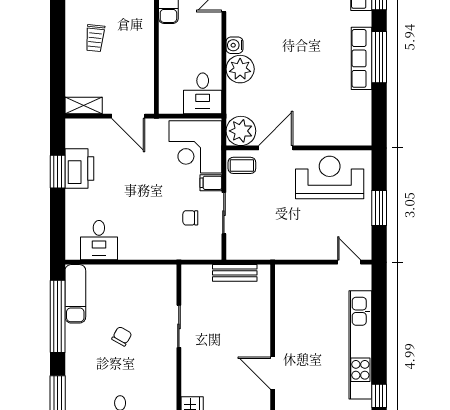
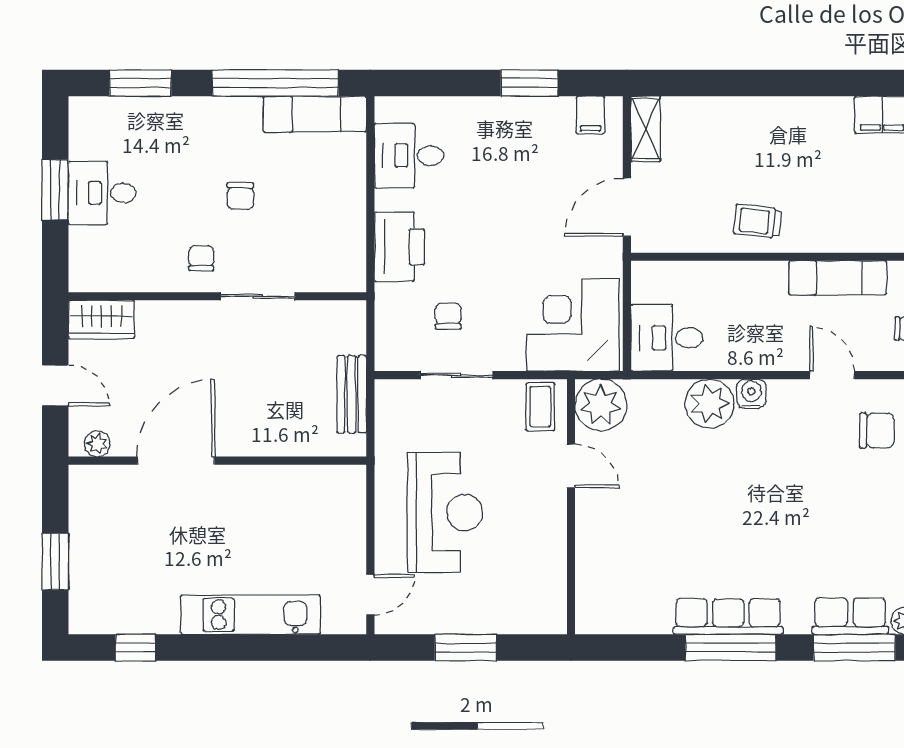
trolley: (95, 38) -> (758, 221), moved
door: (276, 148) -> (571, 466), width x0.73
printer: (79, 169) -> (399, 247), moved, turned -90
reception desk: (330, 177) -> (445, 512), moved
filing cabinet: (211, 183) -> (590, 115), moved, turned 180
chair: (122, 336) -> (240, 196), turned 60
kitchen unit: (360, 345) -> (251, 615), width x0.73
chair: (157, 359) -> (201, 258), added
door: (273, 373) -> (176, 461), width x1.36

